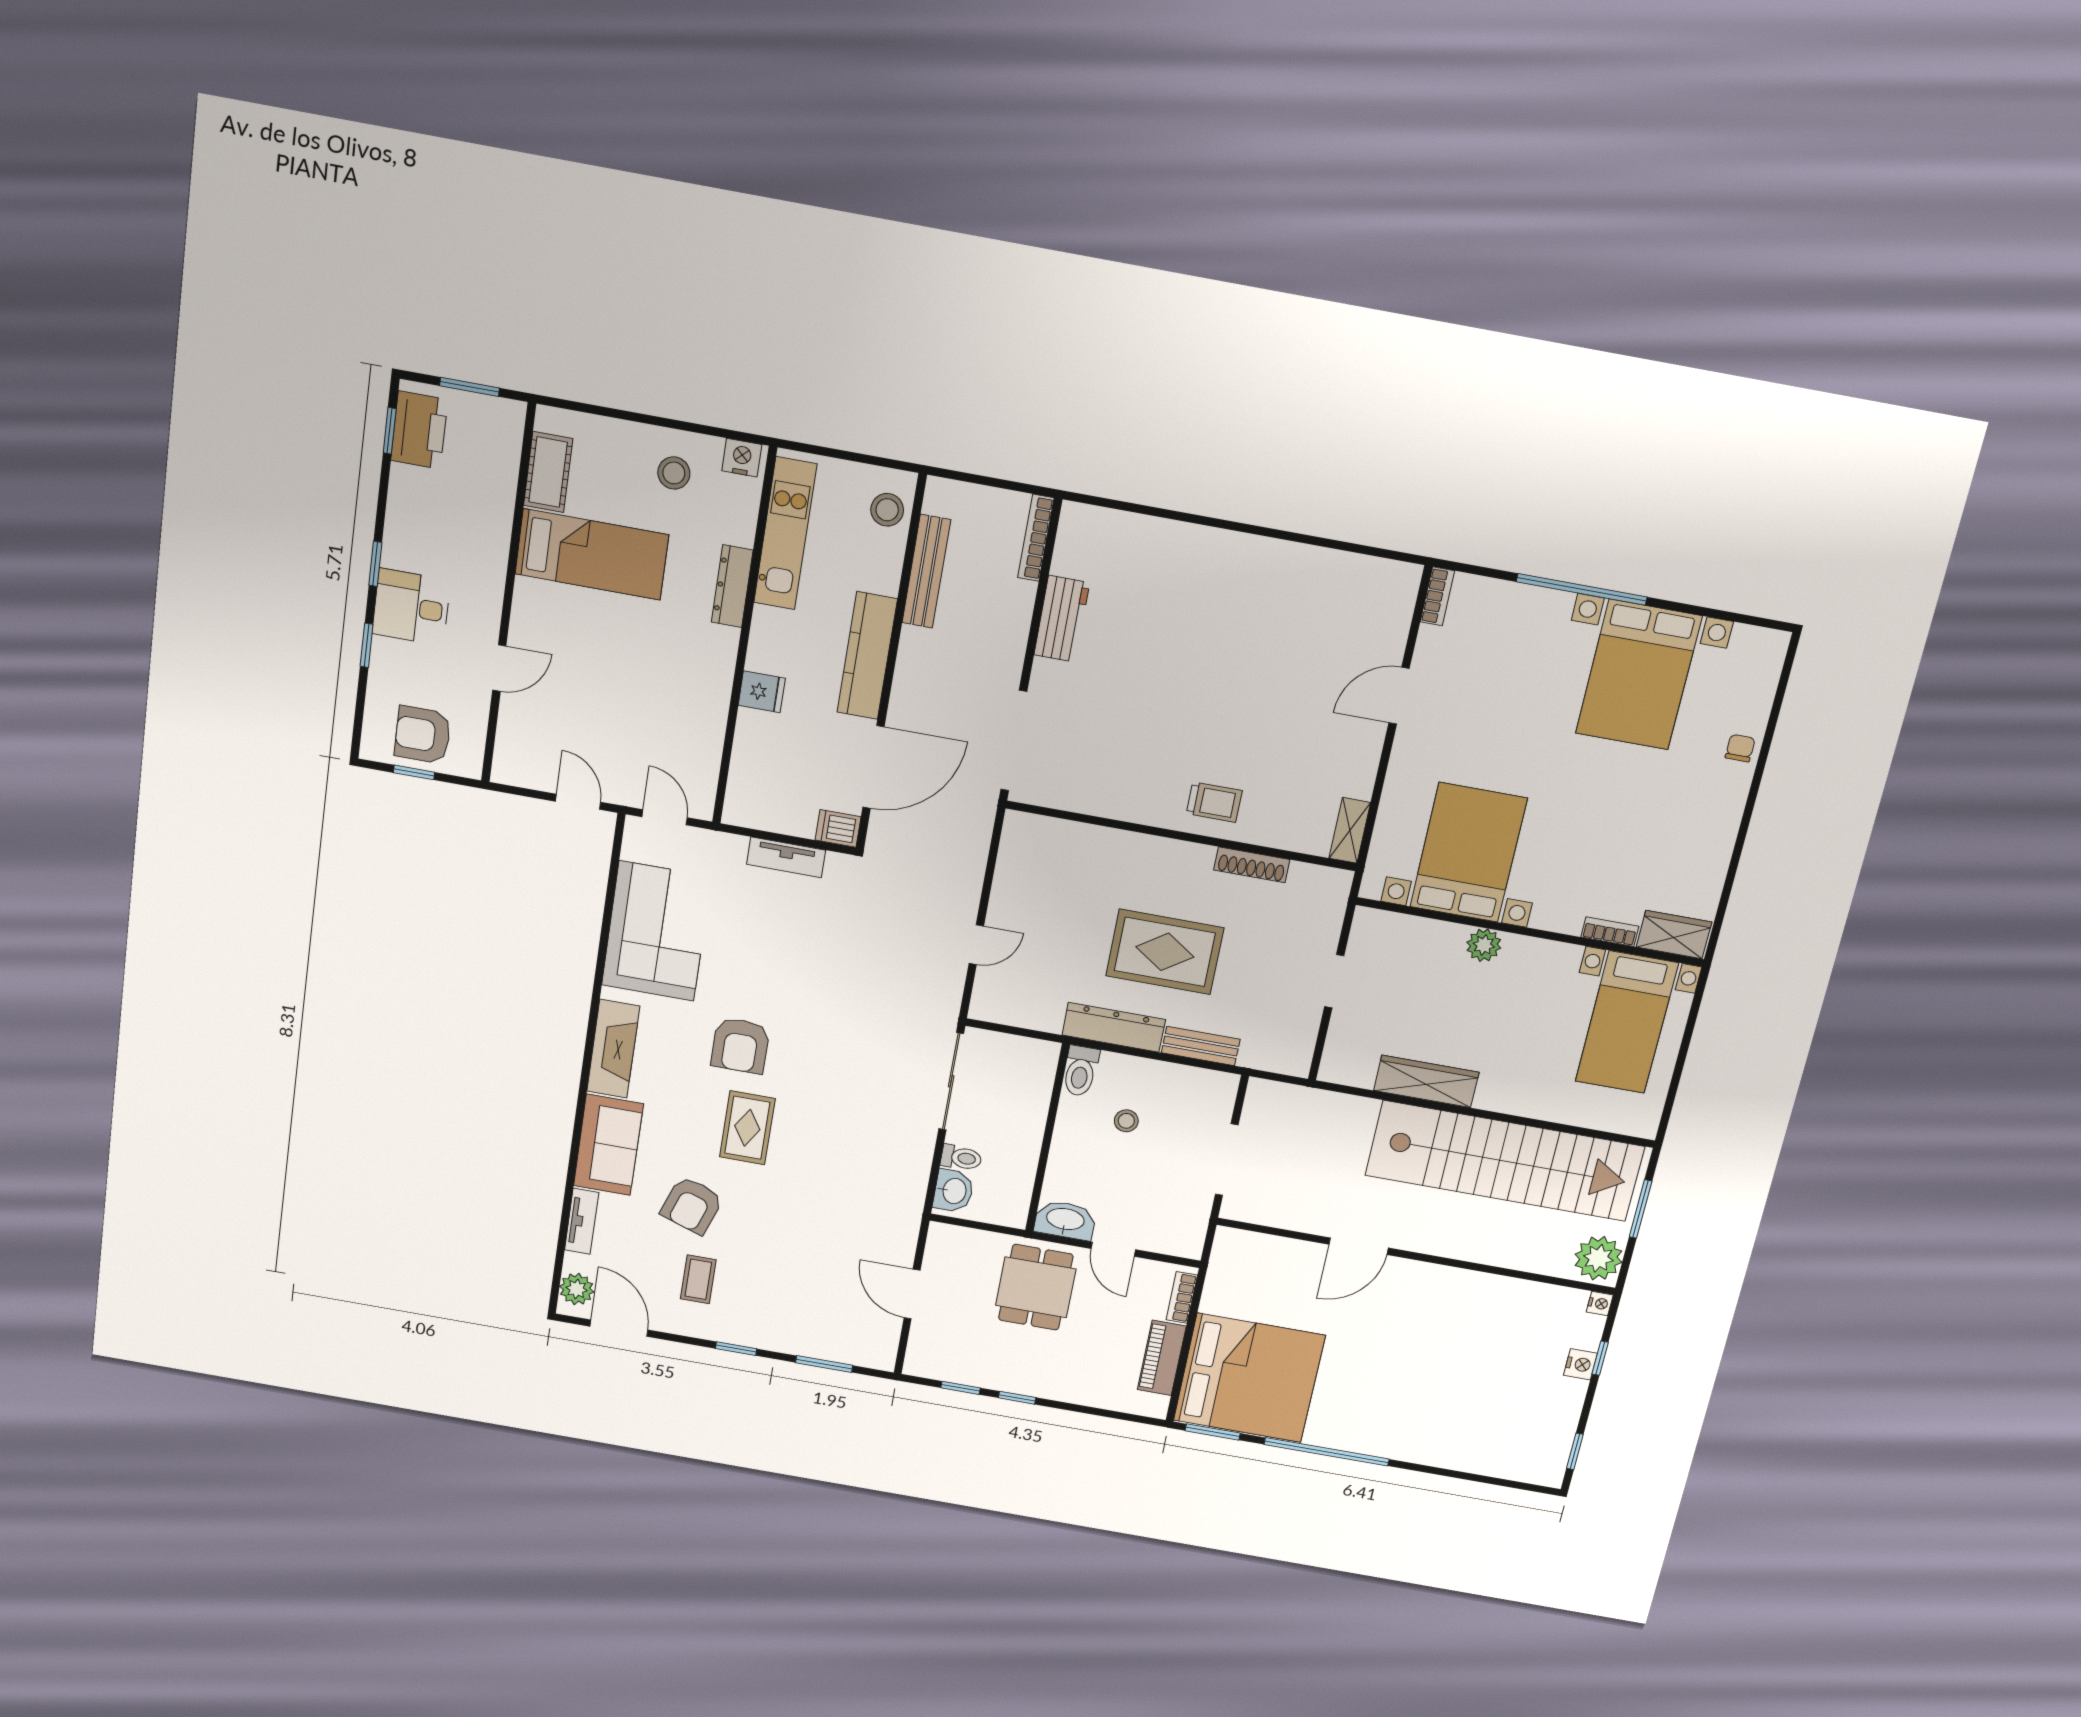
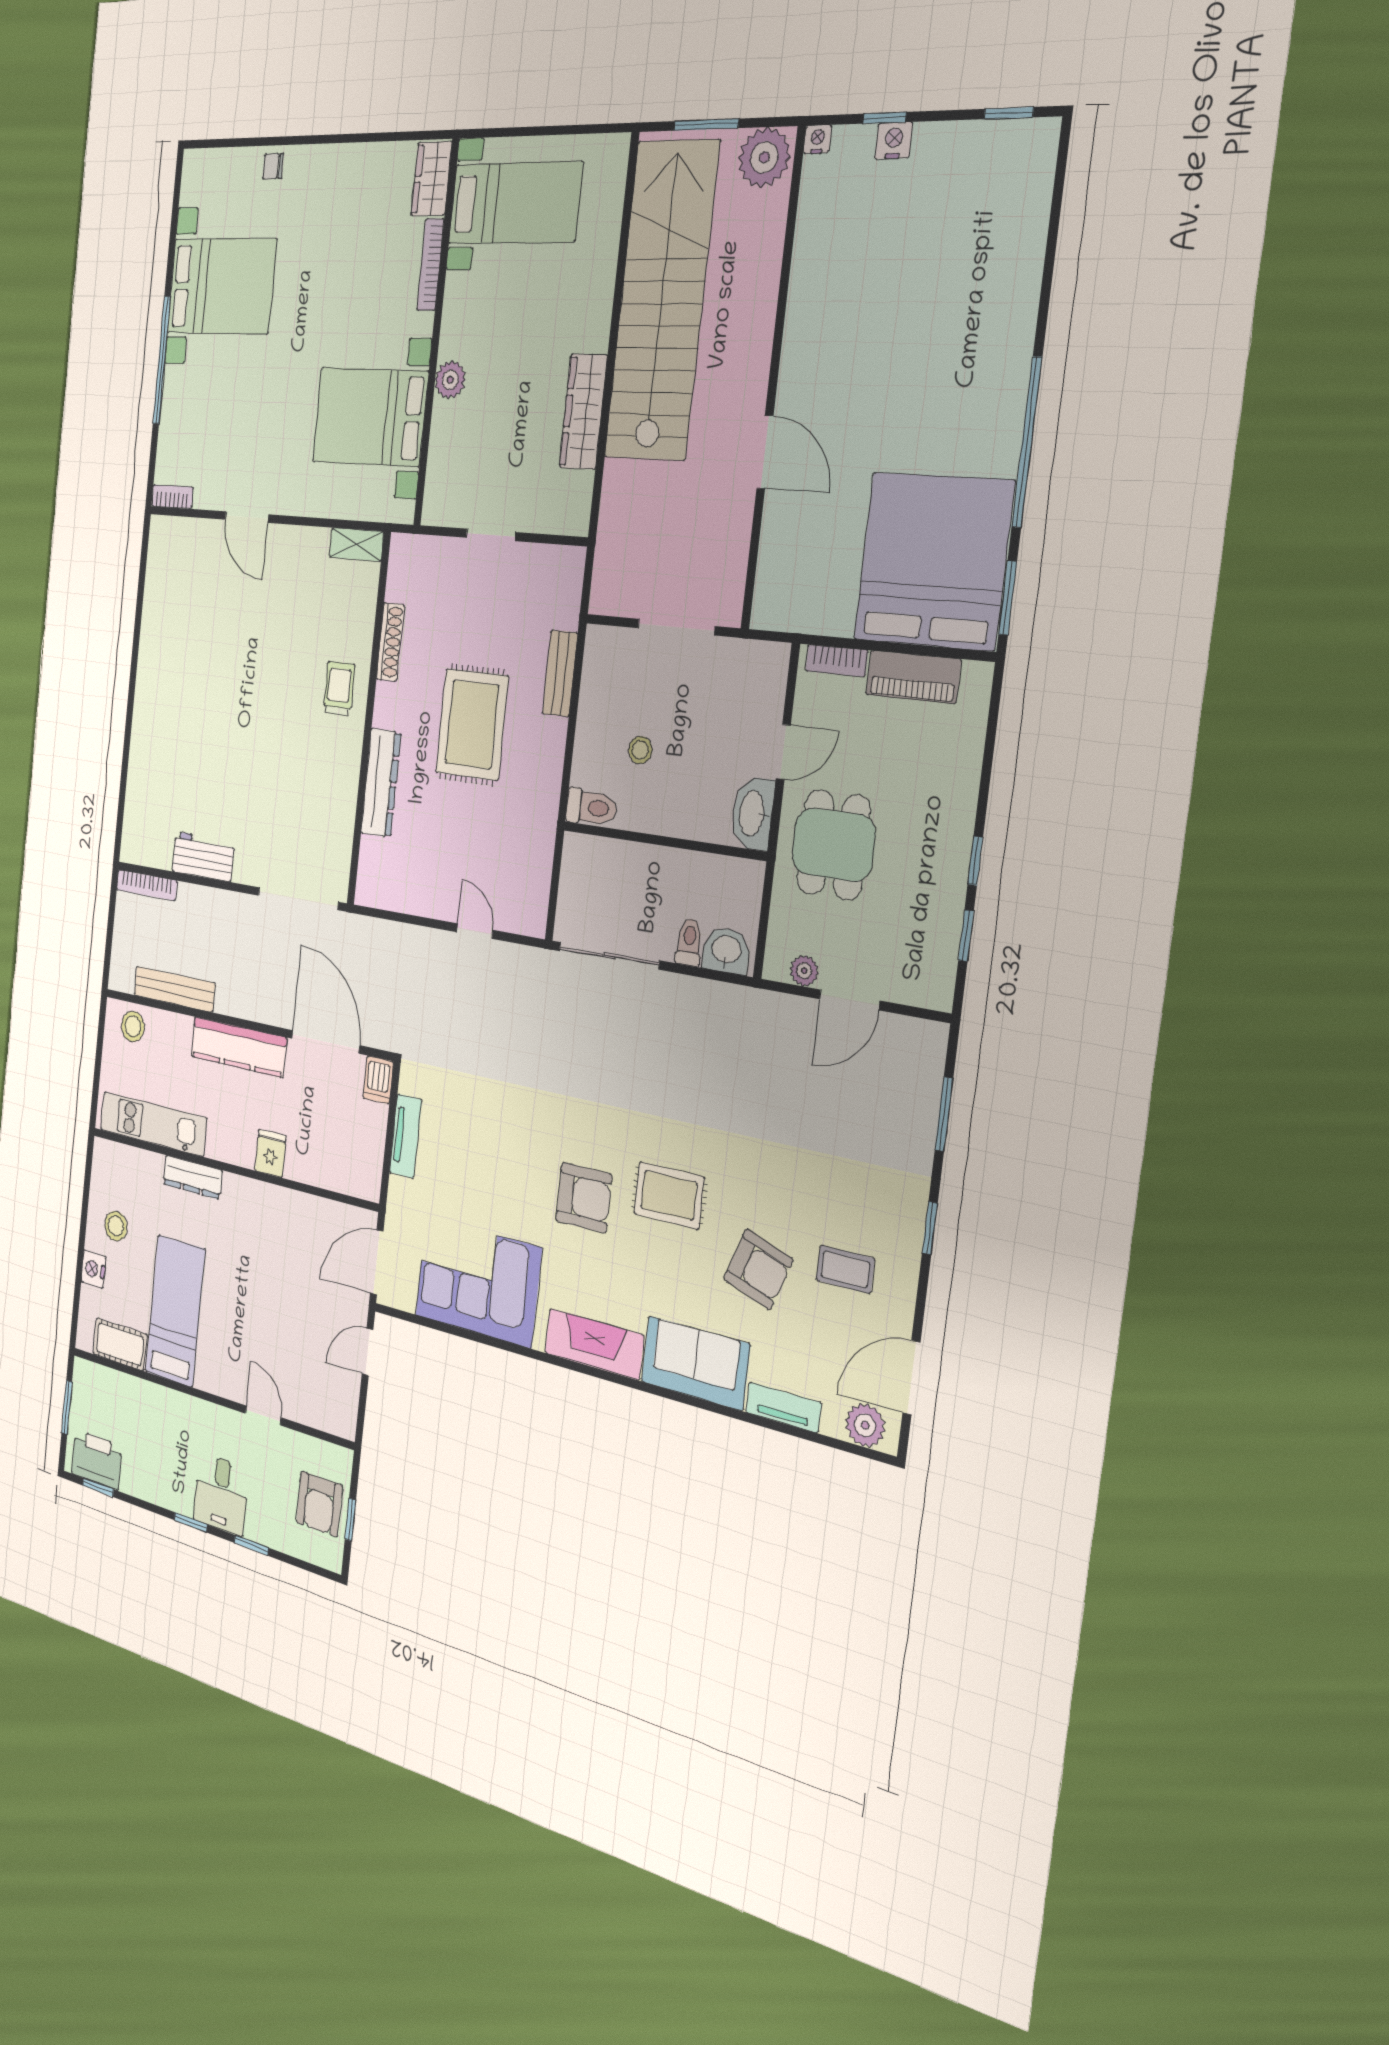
nightstand: (742, 458) -> (93, 1269), moved
door: (665, 817) -> (377, 1262), width x1.38
bookcase: (1610, 932) -> (430, 265), width x1.56
dresser: (1114, 1027) -> (381, 783), moved, turned 180
plant: (936, 1258) -> (804, 971), added
dining table: (1036, 1287) -> (833, 845), turned 90

